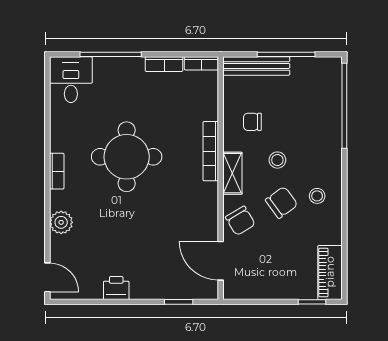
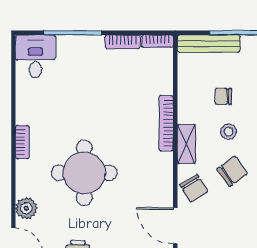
chair: (252, 122) -> (223, 96), moved
round table: (127, 157) -> (84, 173), moved
plant: (61, 222) -> (26, 208), moved

